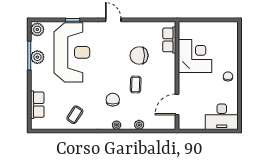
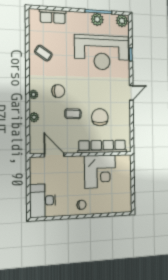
row of seats: (169, 40) -> (102, 146), width x2.02

